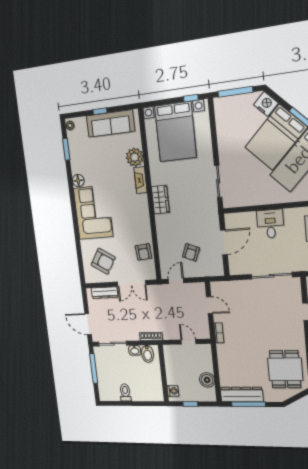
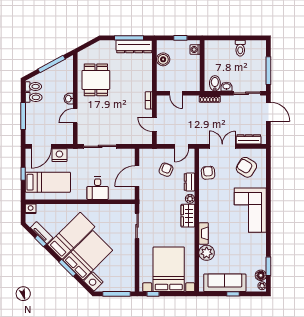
floor lamp: (78, 181) -> (261, 275), moved
plant: (160, 220) -> (190, 199), added
dresser: (163, 240) -> (189, 182), added
dining table: (285, 369) -> (96, 80), moved

